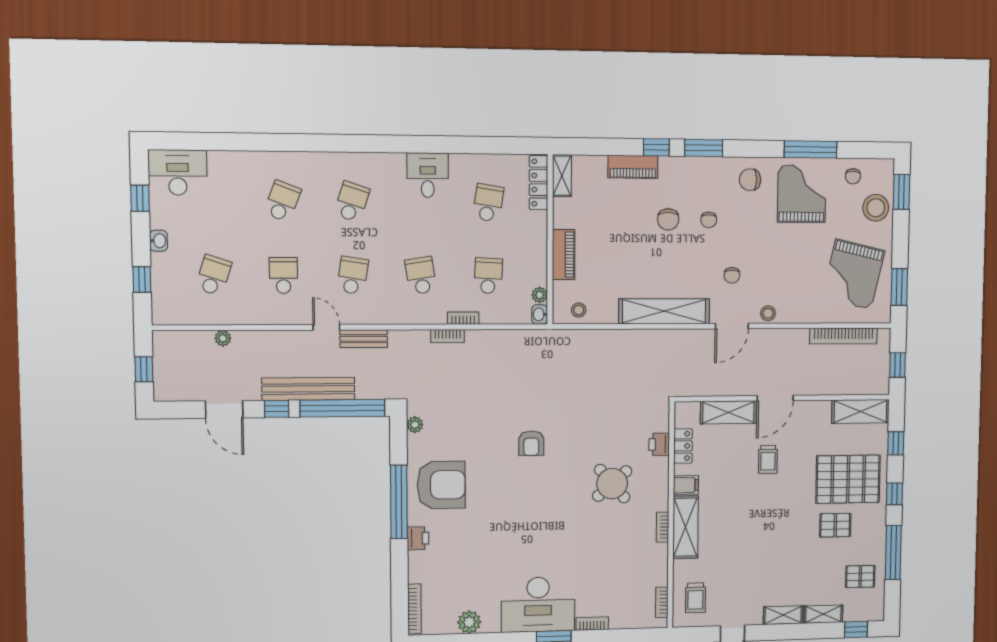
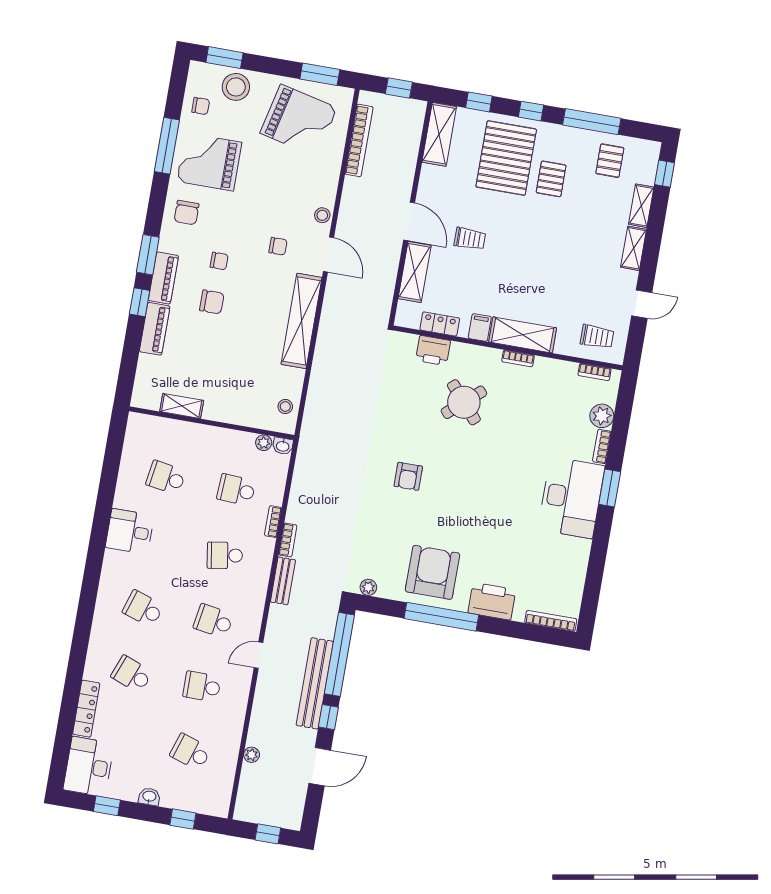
shelving: (562, 176) -> (182, 406), moved
locker: (539, 183) -> (86, 709), moved, turned -90
piano: (564, 255) -> (163, 278), moved, turned 90
bench: (364, 339) -> (283, 581), moved
armchair: (531, 443) -> (408, 476), turned 90
printer: (659, 444) -> (433, 350), width x1.36, depth x1.24
printer: (418, 538) -> (492, 601), width x1.87, depth x1.48
plant: (469, 622) -> (602, 416), moved

